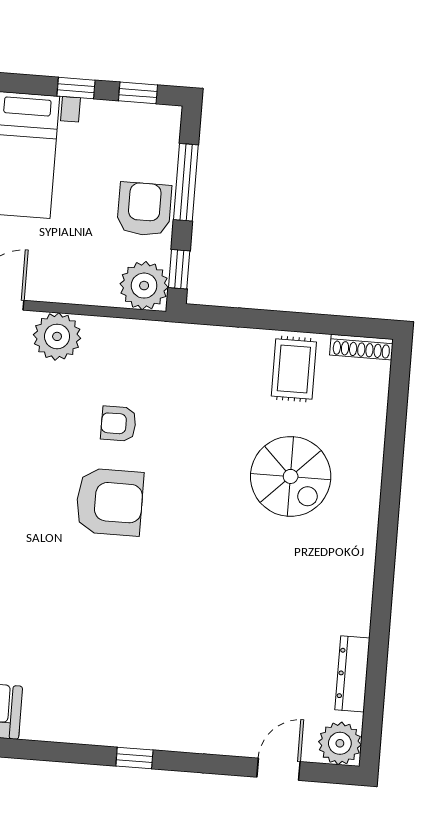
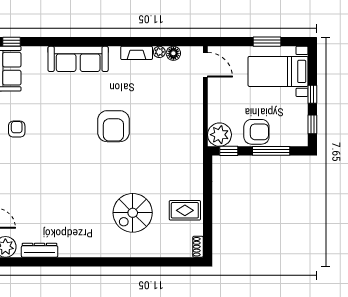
plant: (57, 336) -> (192, 94), removed
shoe rack: (361, 347) -> (198, 247), width x0.70
armchair: (119, 424) -> (17, 129), moved

